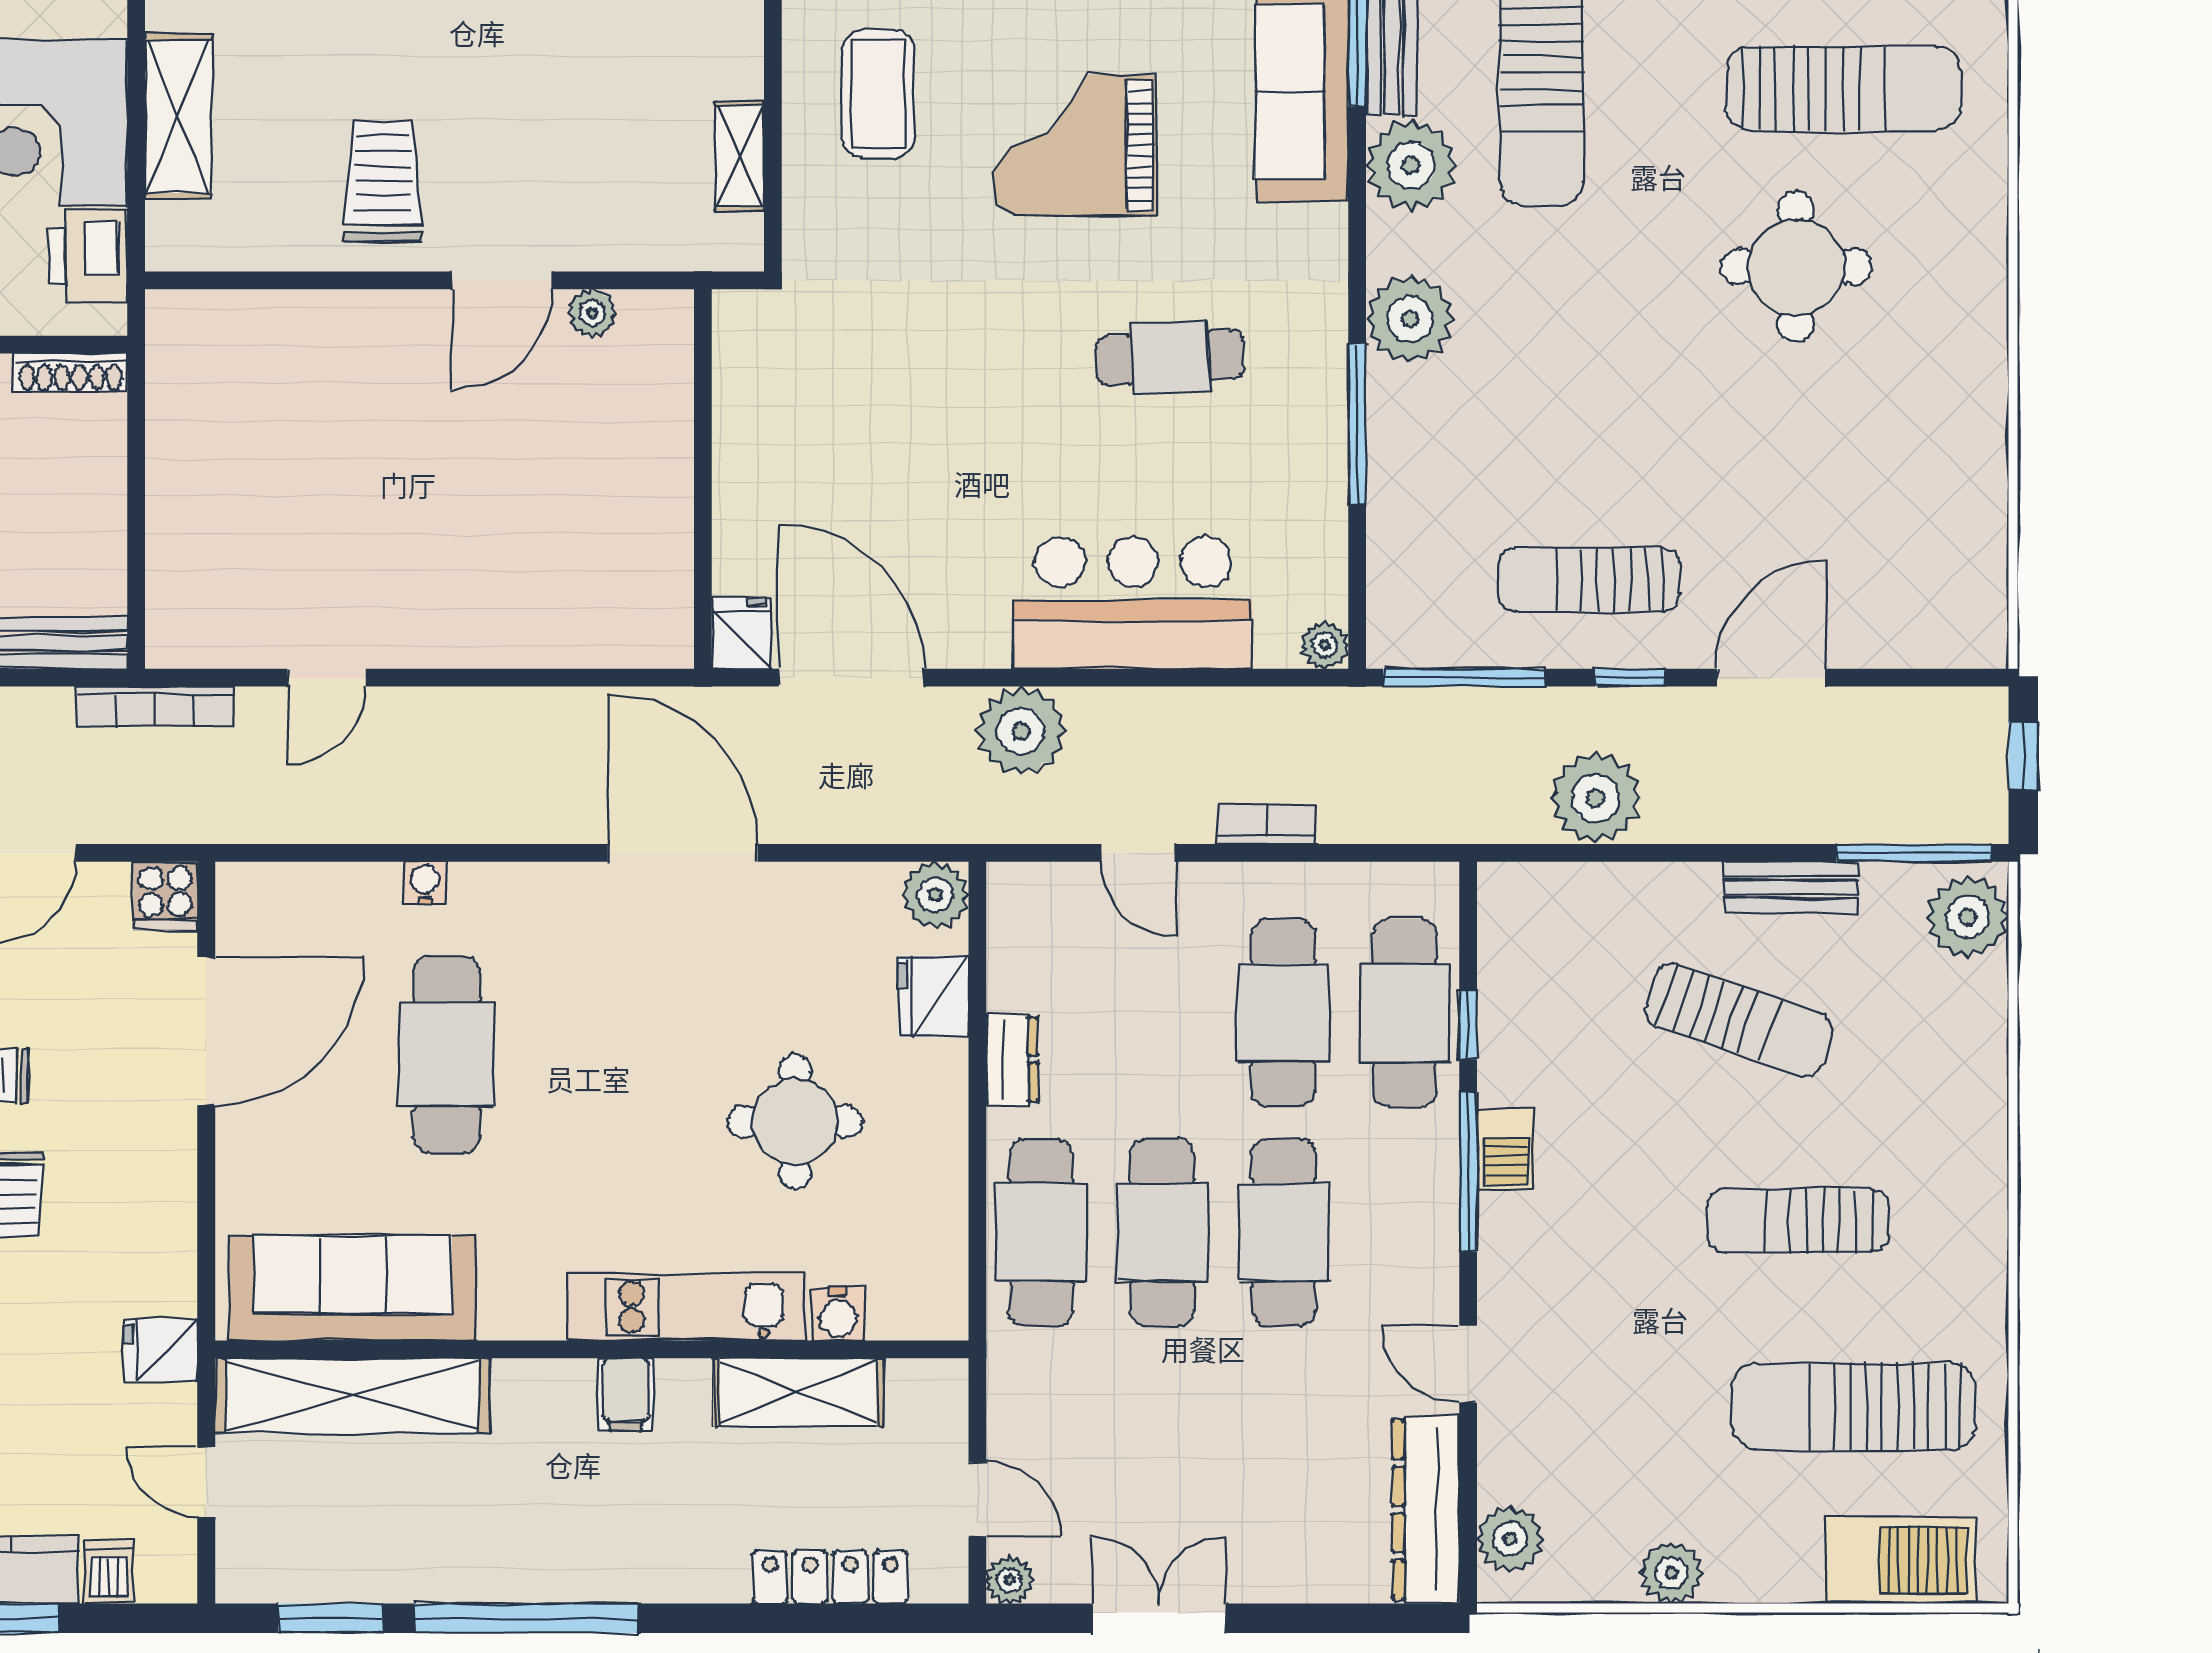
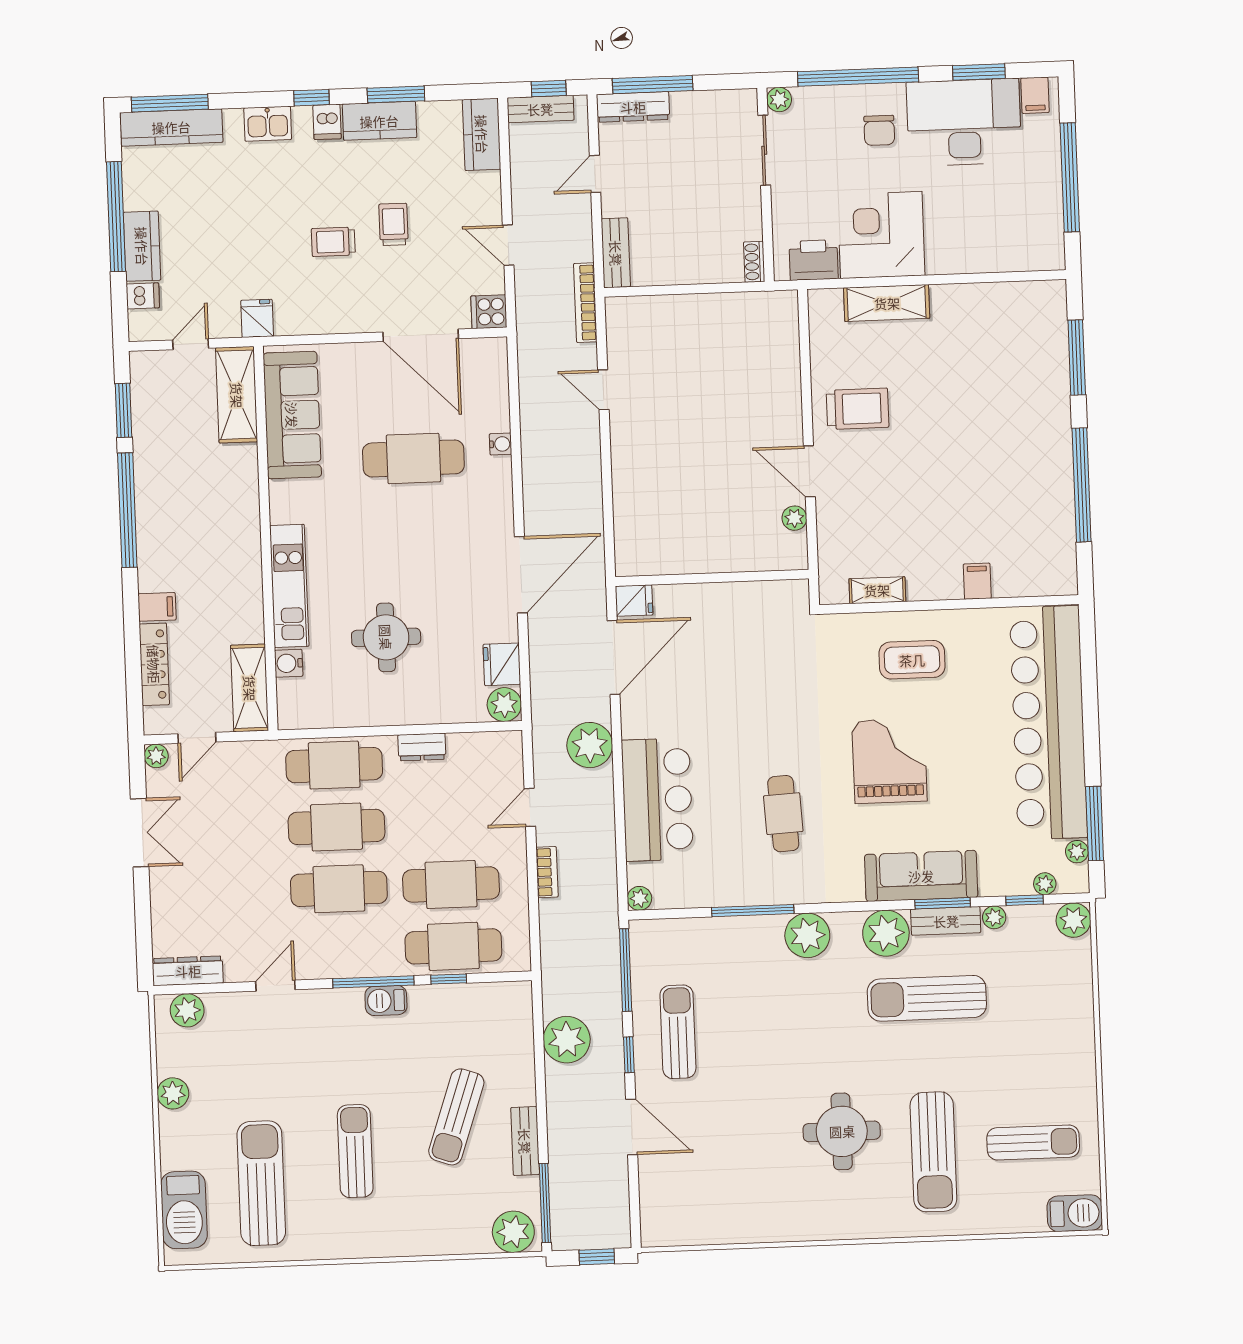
shoe rack: (71, 373) -> (754, 262), width x0.70
fridge: (934, 996) -> (502, 664), moved, turned -90
shelving: (798, 1392) -> (250, 688), moved
filing cabinet: (626, 1394) -> (157, 607), moved, turned 180
shelving: (352, 1396) -> (237, 395), width x0.68
dresser: (1426, 1510) -> (188, 971), width x0.73, depth x0.80

